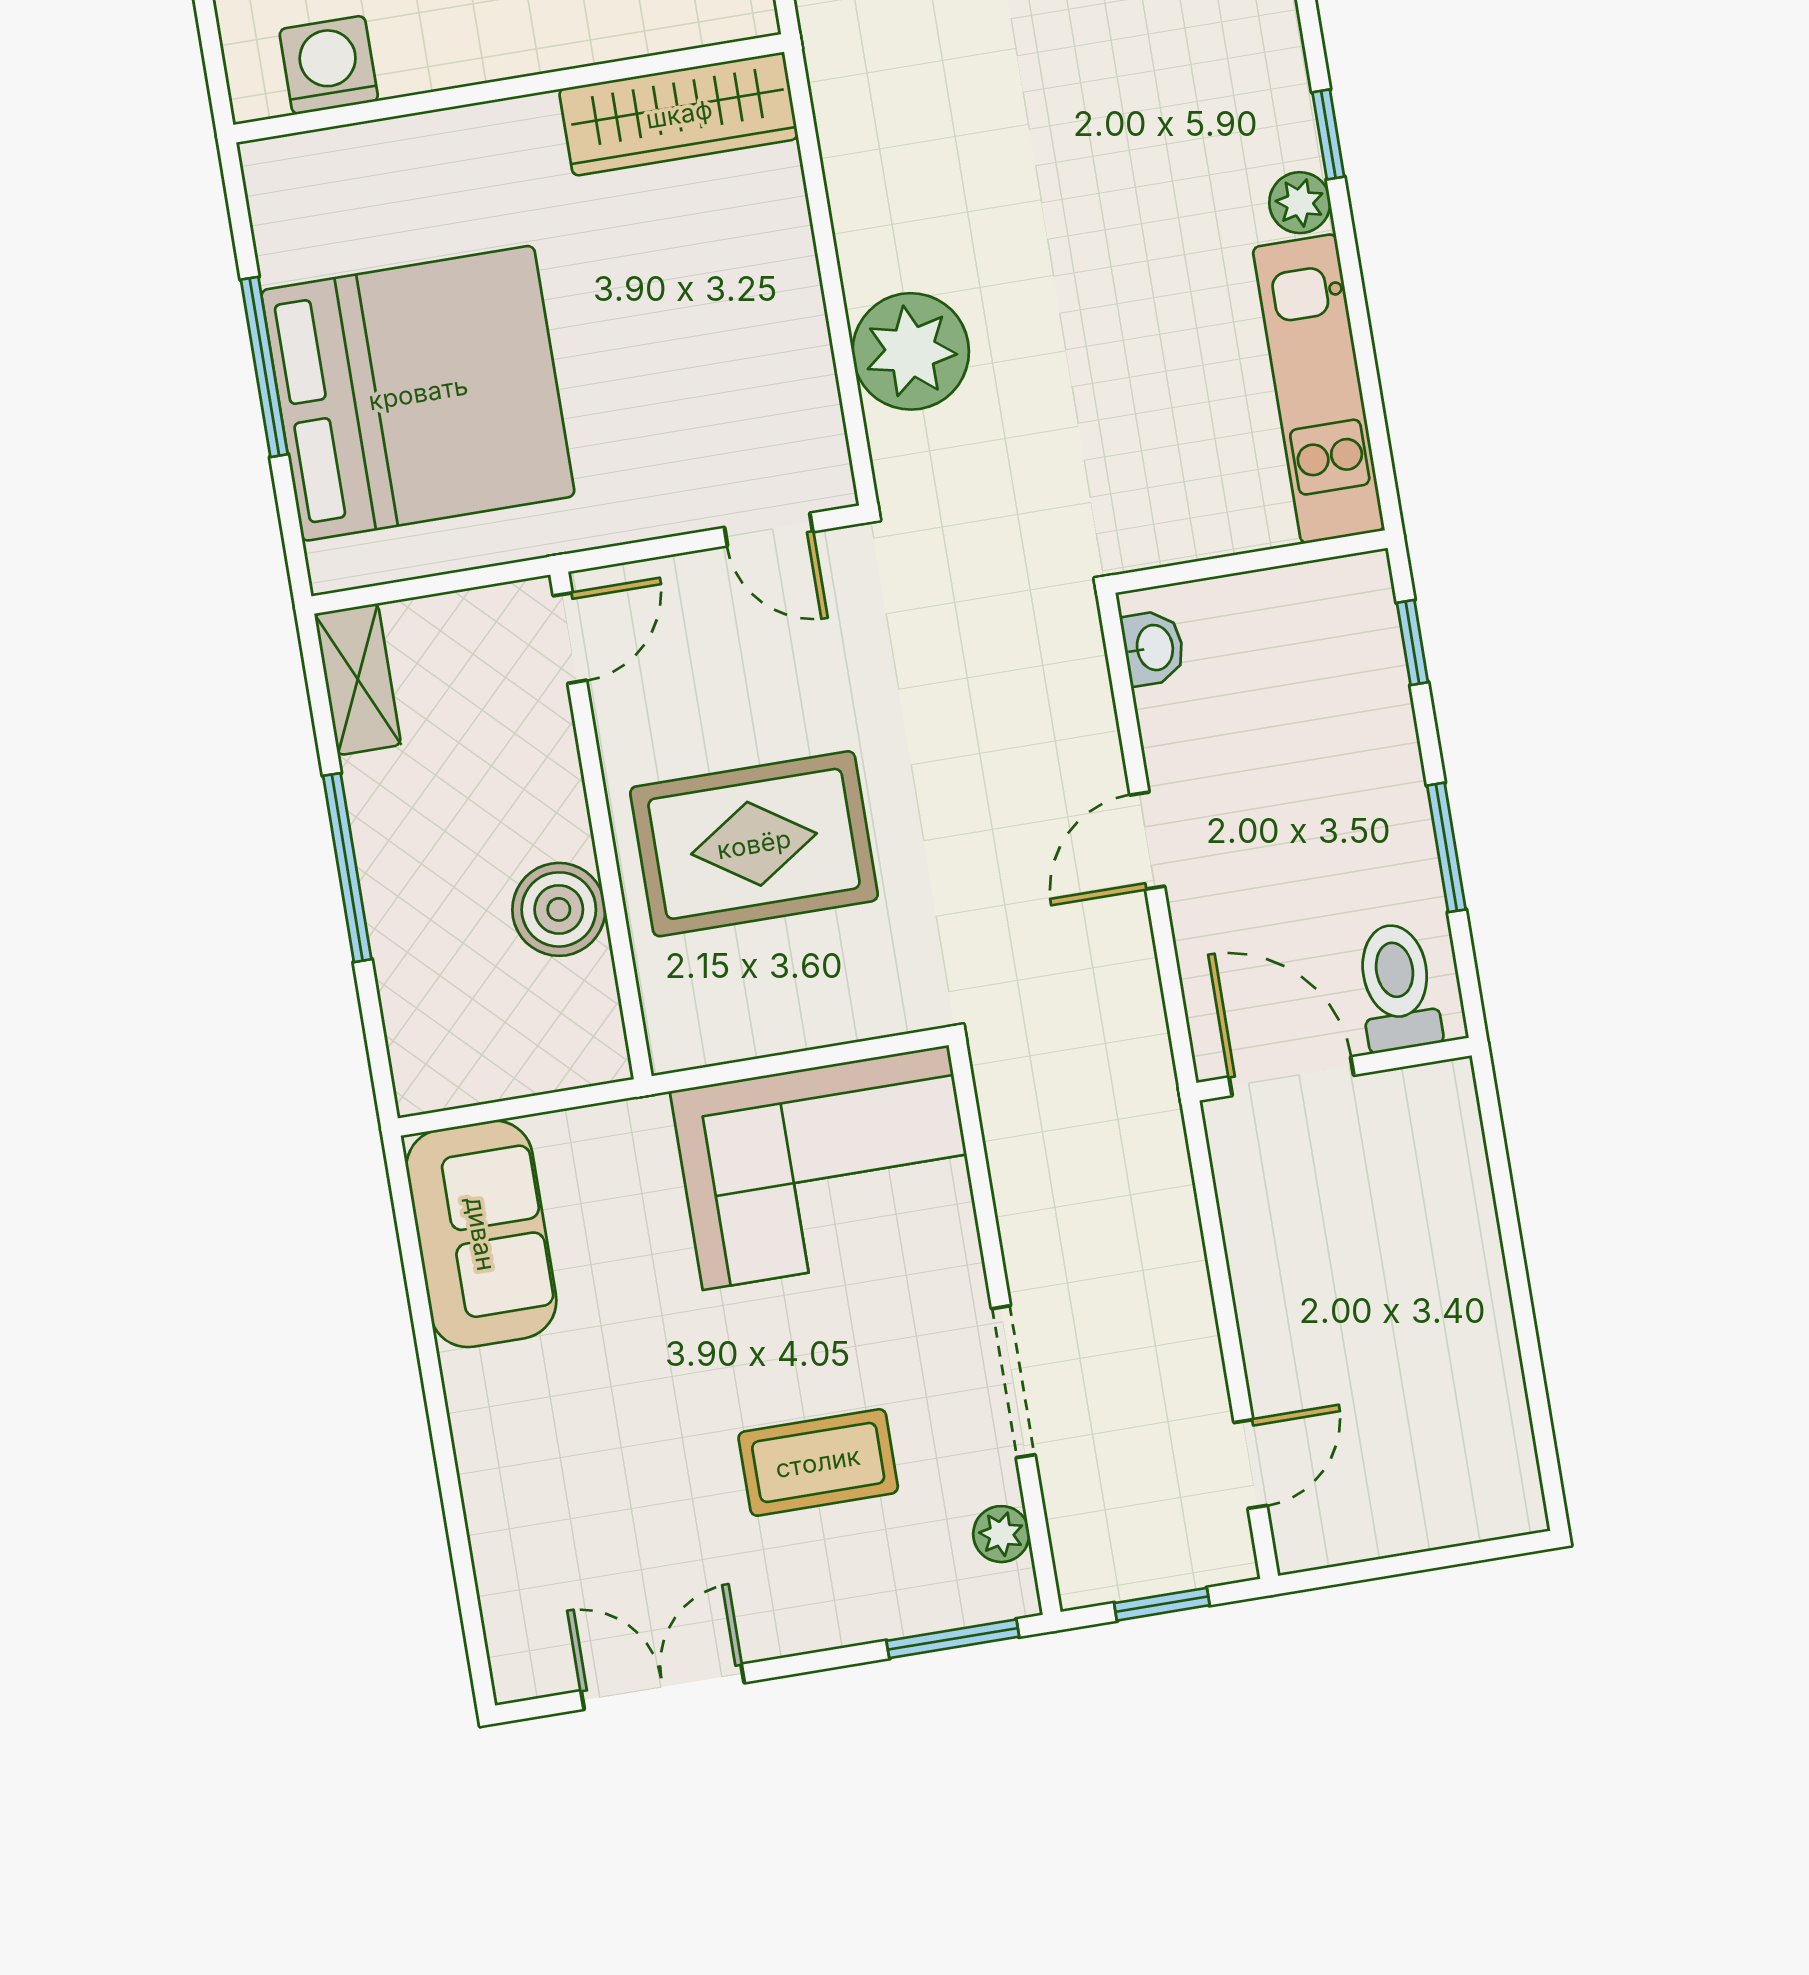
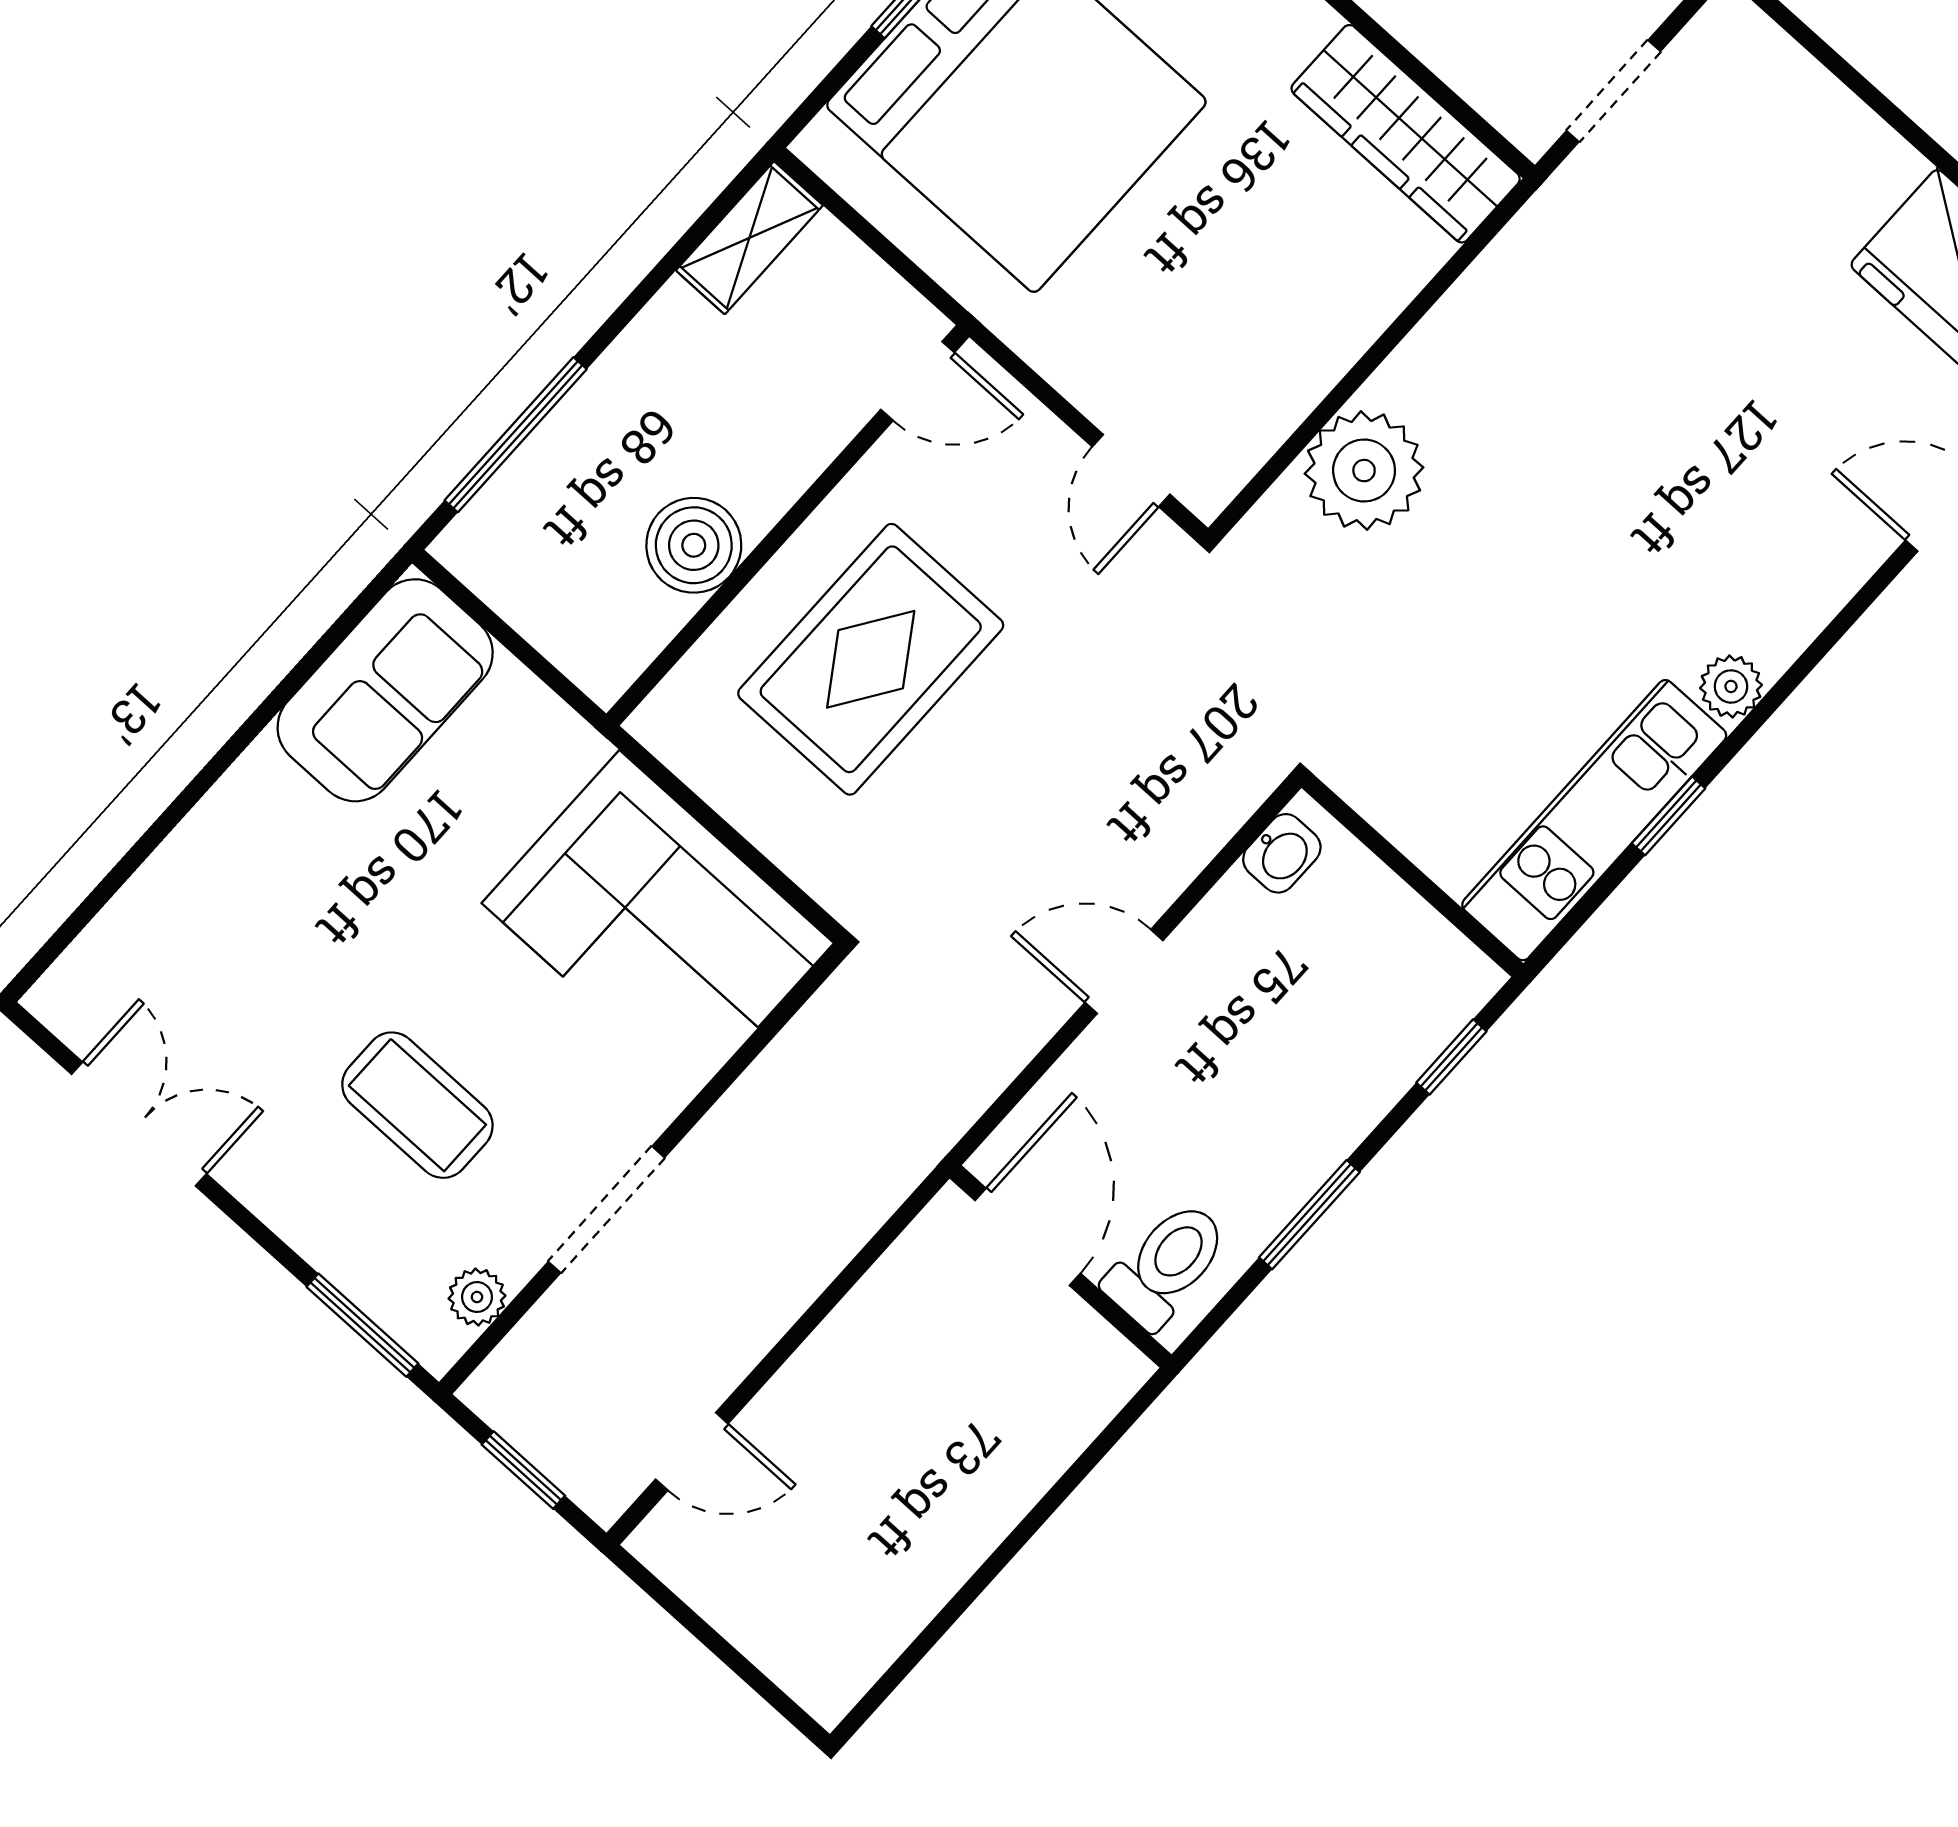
window: (1328, 134) -> (1669, 816), moved
rug: (754, 844) -> (871, 659), turned 90
window: (347, 868) -> (516, 435), moved

